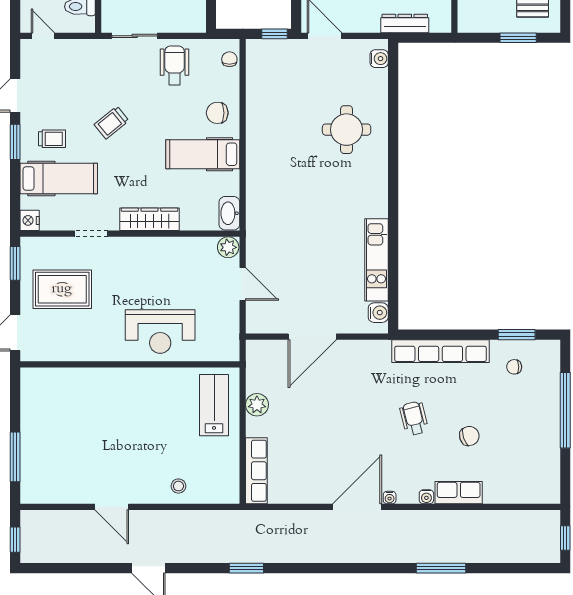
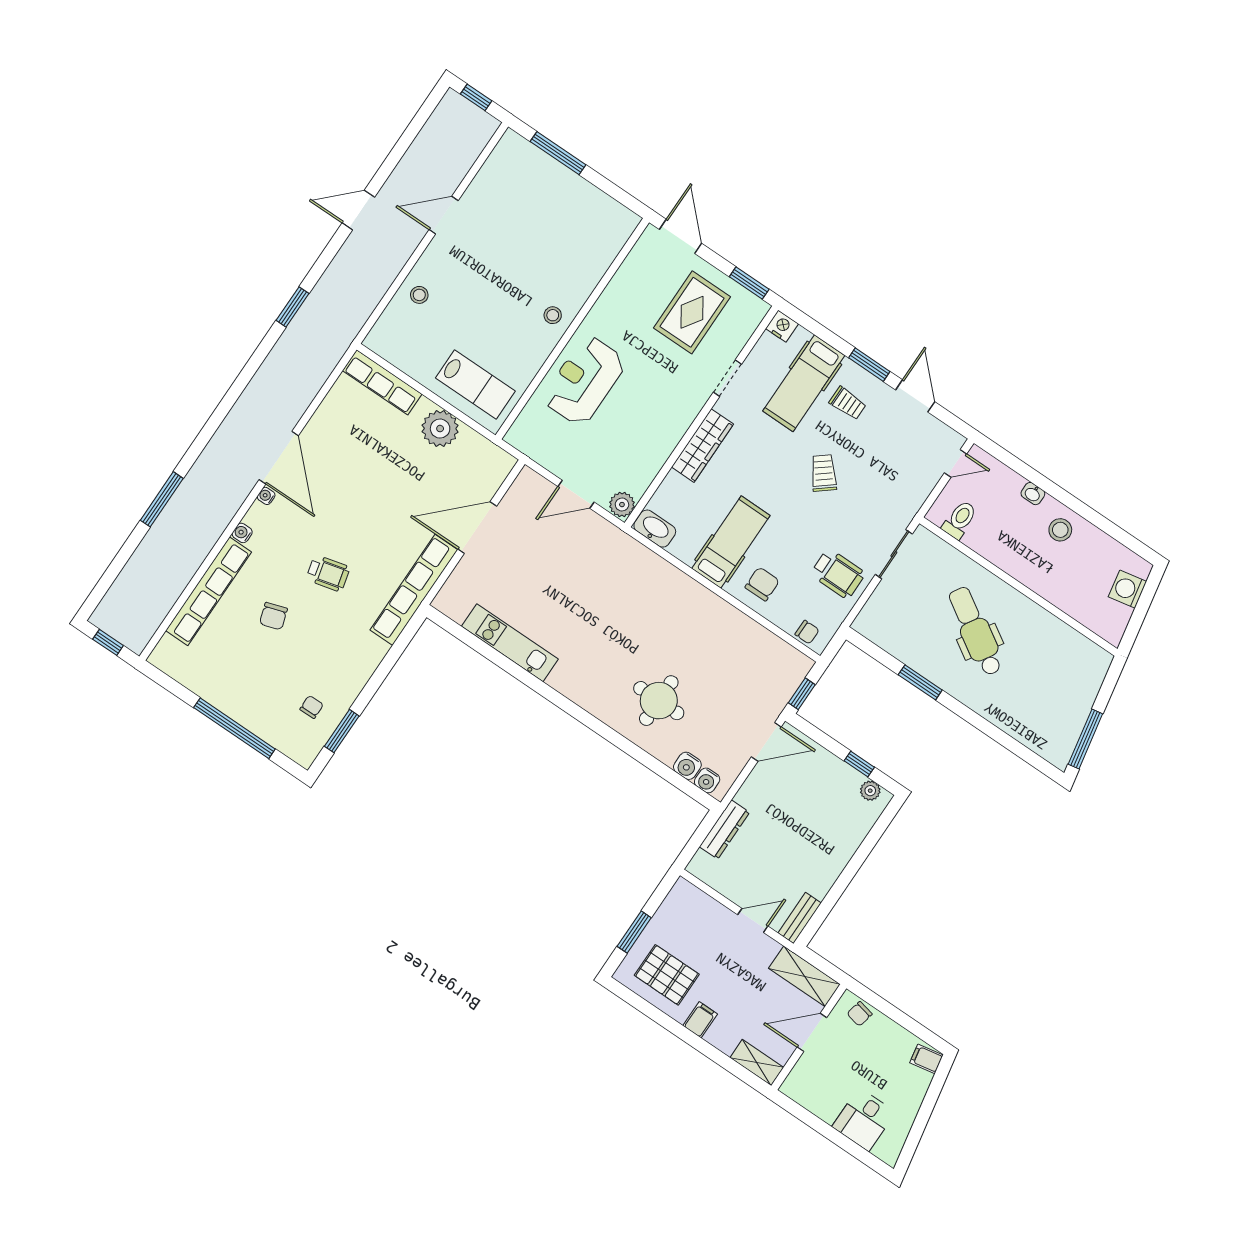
trolley: (52, 139) -> (848, 403), turned -90
water cooler: (378, 313) -> (687, 766), moved
door: (312, 337) -> (477, 528), hinge flipped
row of seats: (441, 351) -> (414, 590), moved
stool: (130, 384) -> (553, 315), added
plant: (257, 405) -> (440, 429), width x1.36, depth x1.36
row of seats: (459, 493) -> (209, 591), width x2.02

